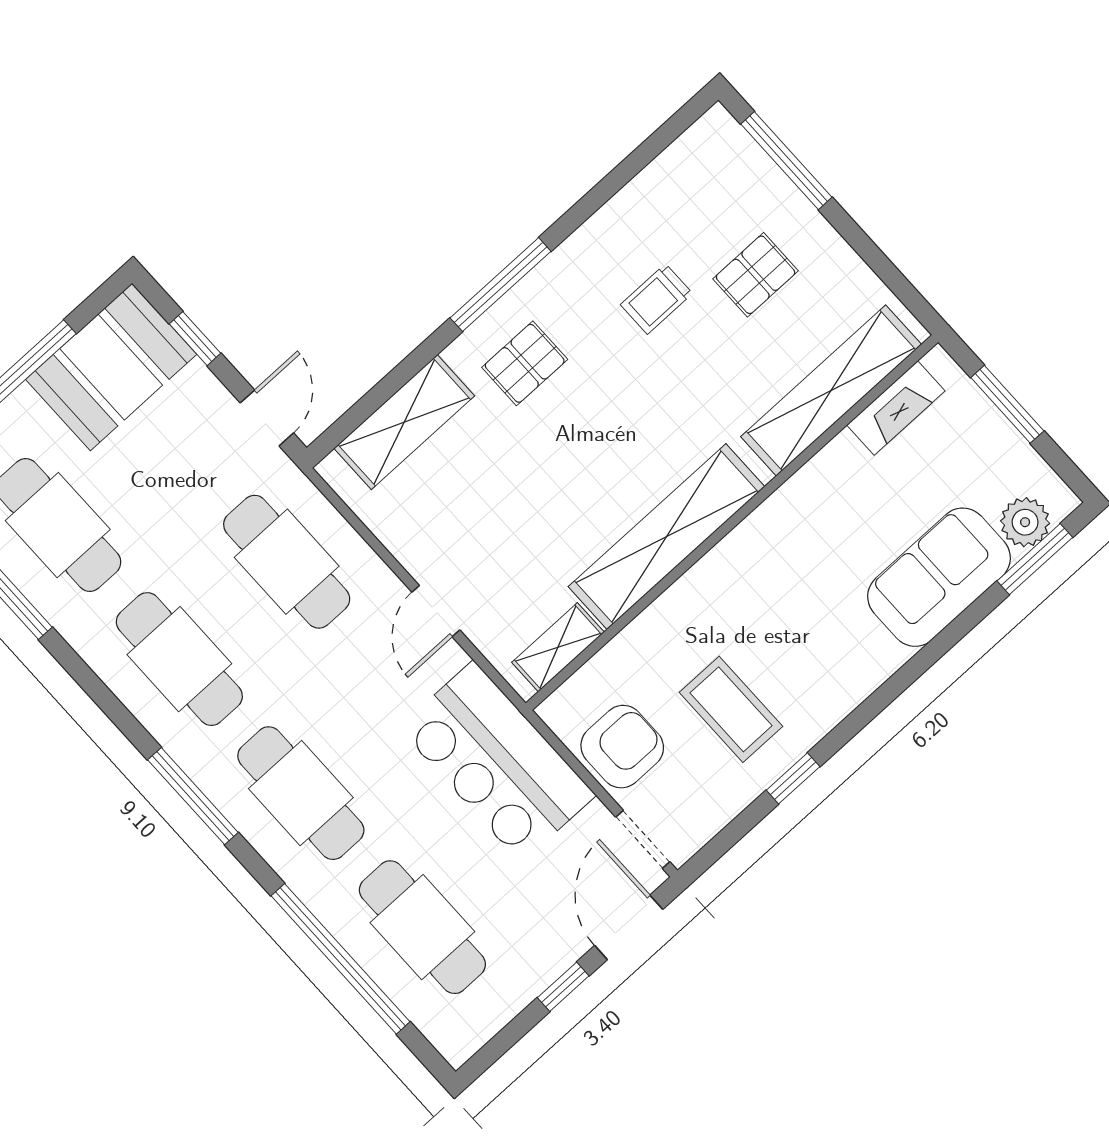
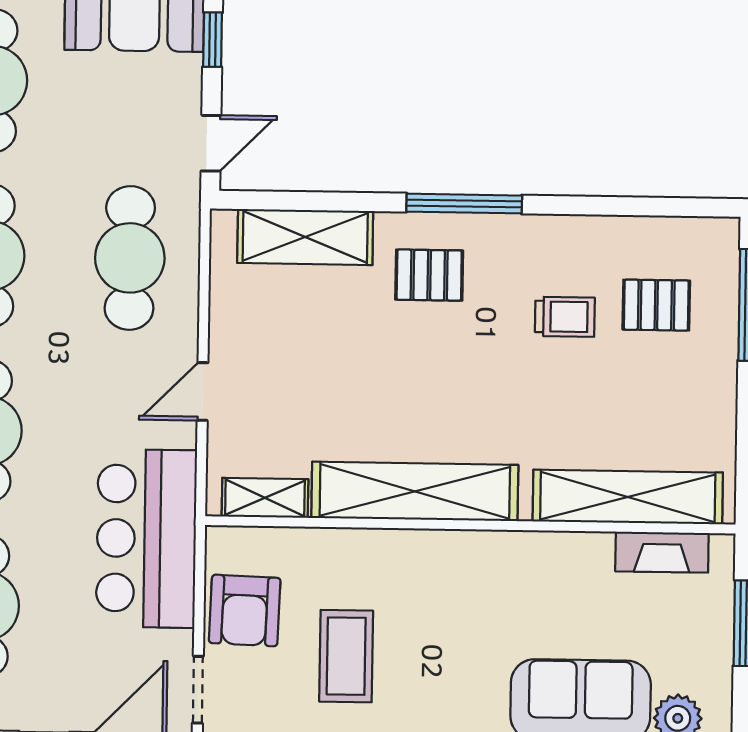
pallet: (756, 275) -> (656, 305), moved
trolley: (656, 299) -> (565, 317), turned 180
armchair: (622, 747) -> (245, 610), turned 92

